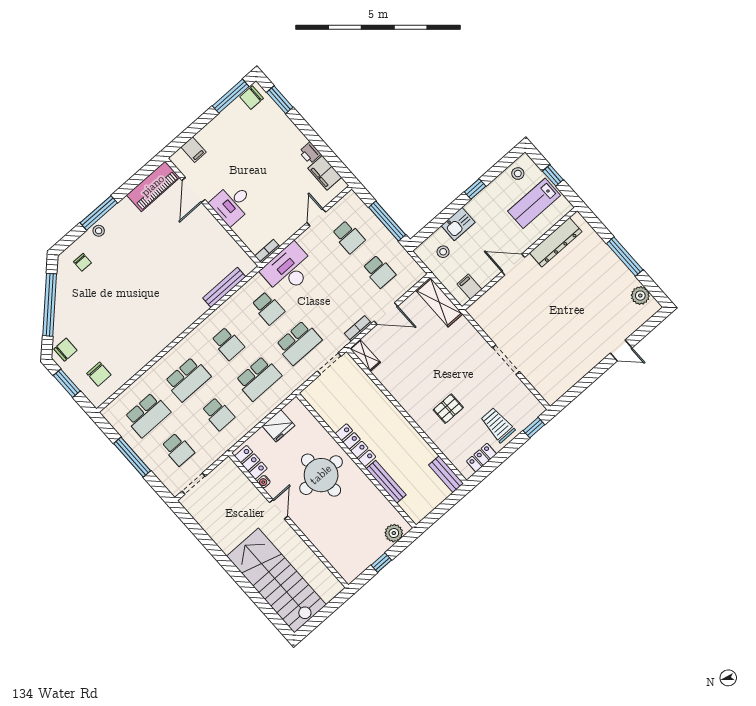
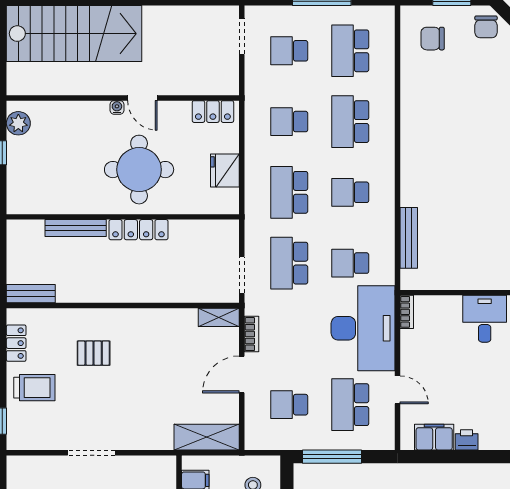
school desk: (349, 237) -> (350, 405), width x1.85
desk: (288, 269) -> (363, 328), width x1.36, depth x1.30
pallet: (448, 409) -> (94, 353), turned 90
water cooler: (264, 482) -> (117, 107), moved
plant: (394, 533) -> (18, 123), moved

